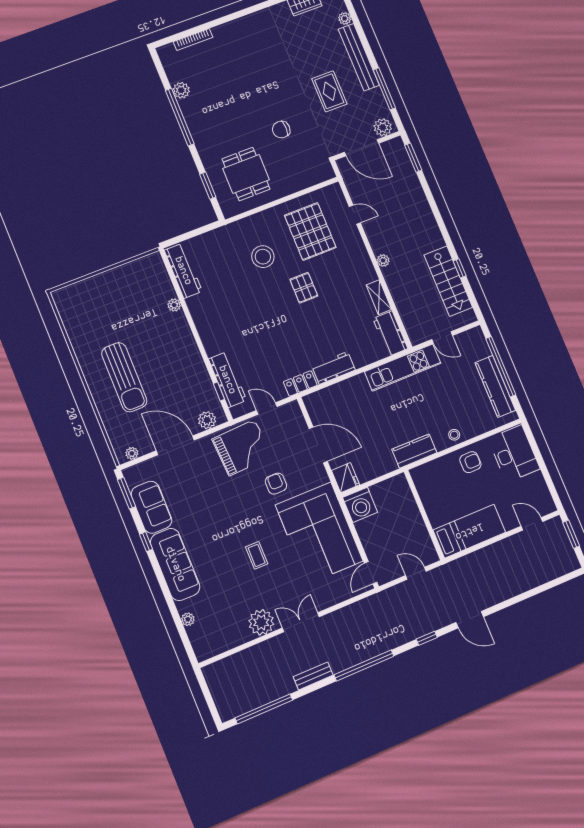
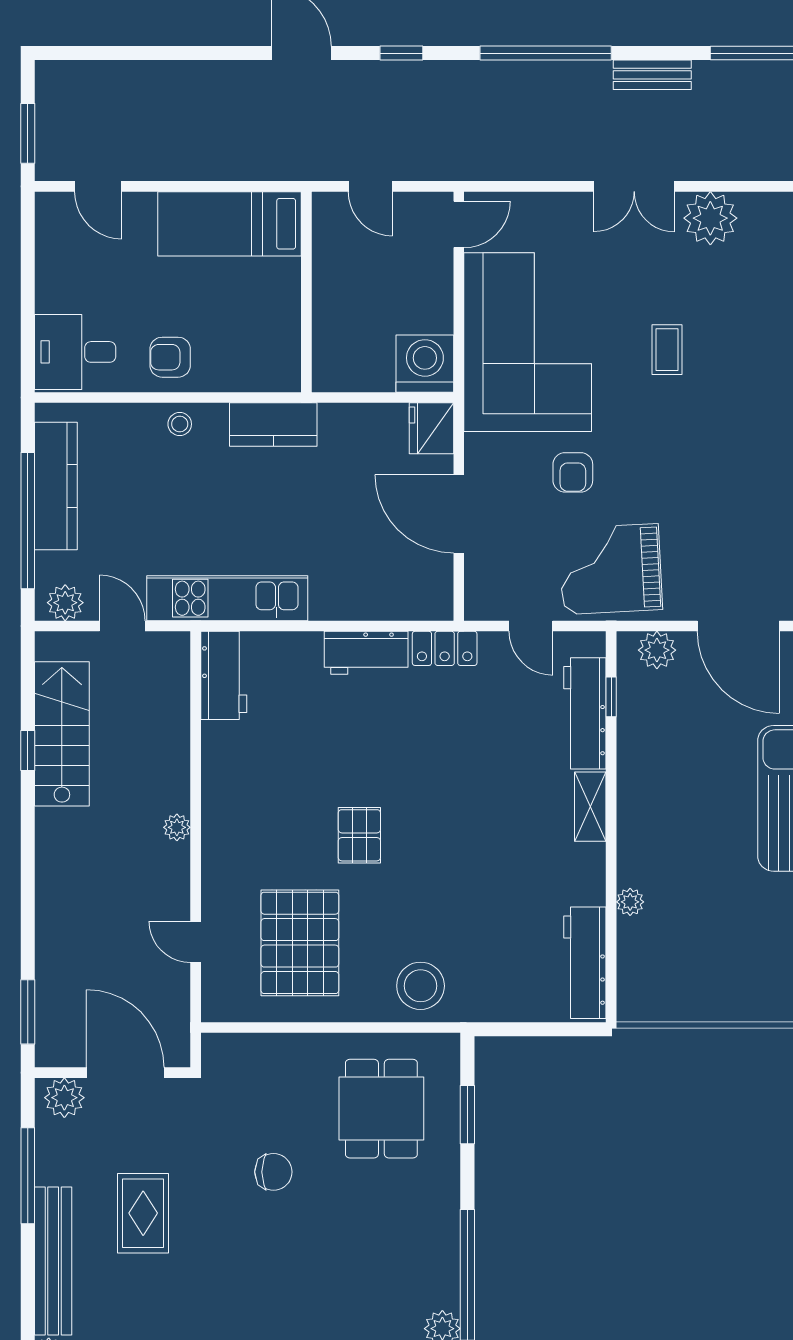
stool: (263, 257) -> (421, 986), moved
shelving: (379, 297) -> (590, 807), moved
plant: (470, 338) -> (65, 603), added
desk: (514, 454) -> (75, 352), width x0.73

